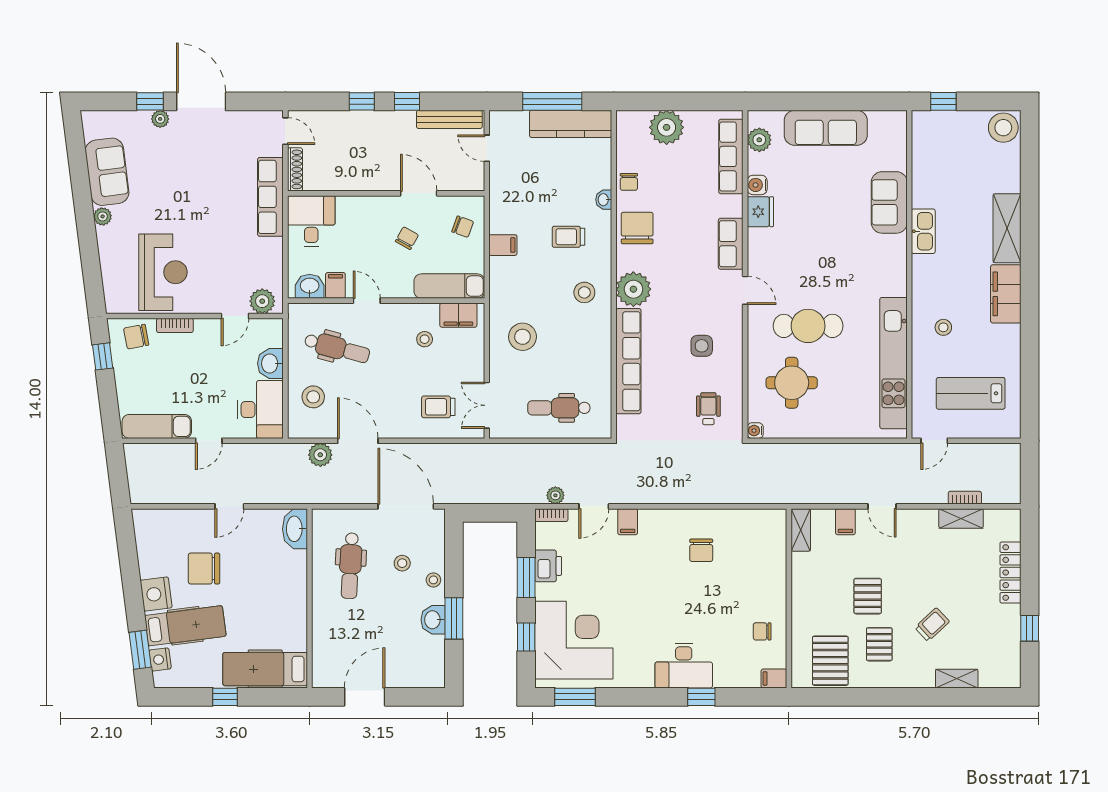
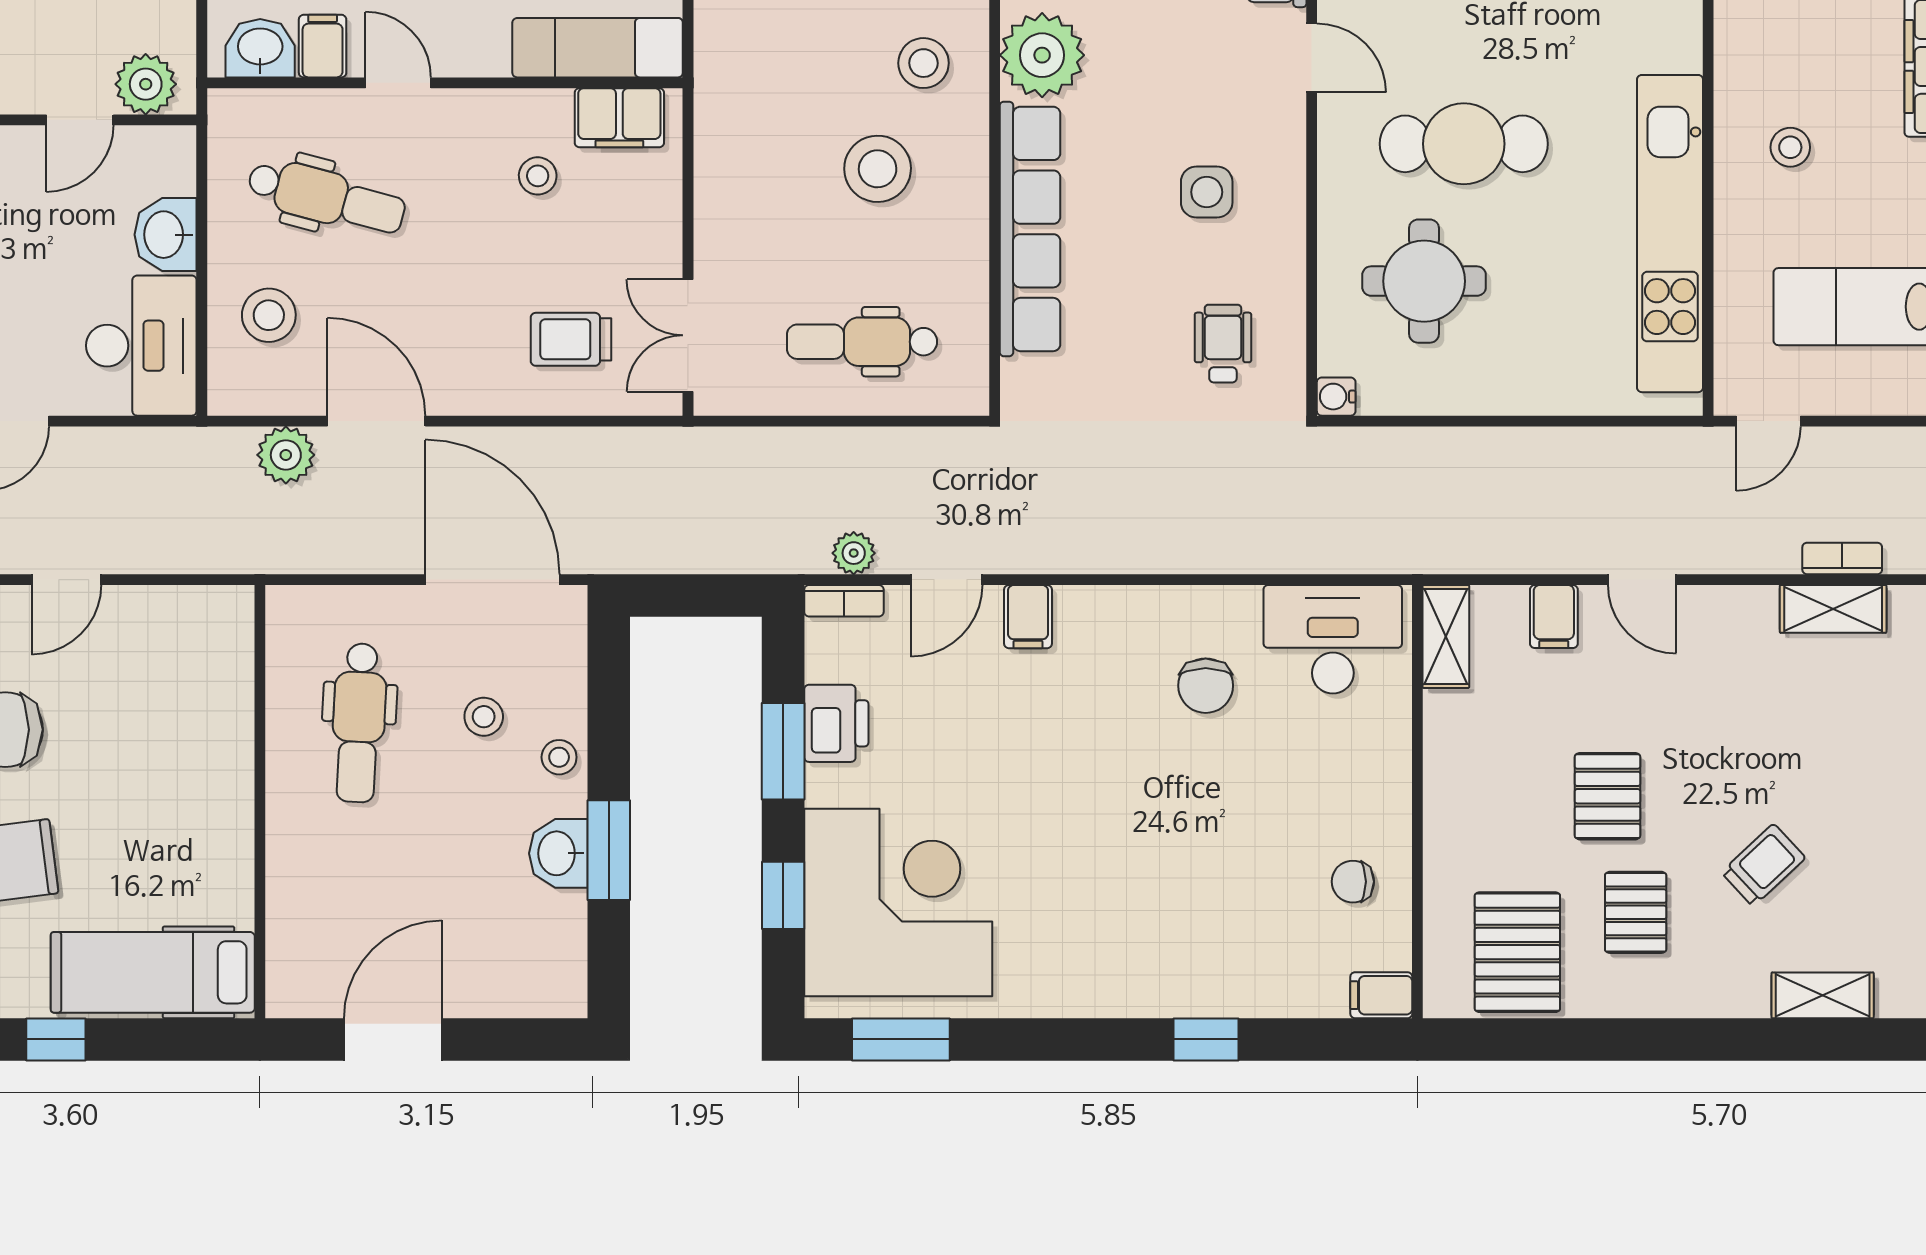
stool: (523, 337) -> (878, 169), moved
washbasin: (295, 529) -> (225, 634), removed
desk: (684, 666) -> (1333, 639), moved, turned 180

